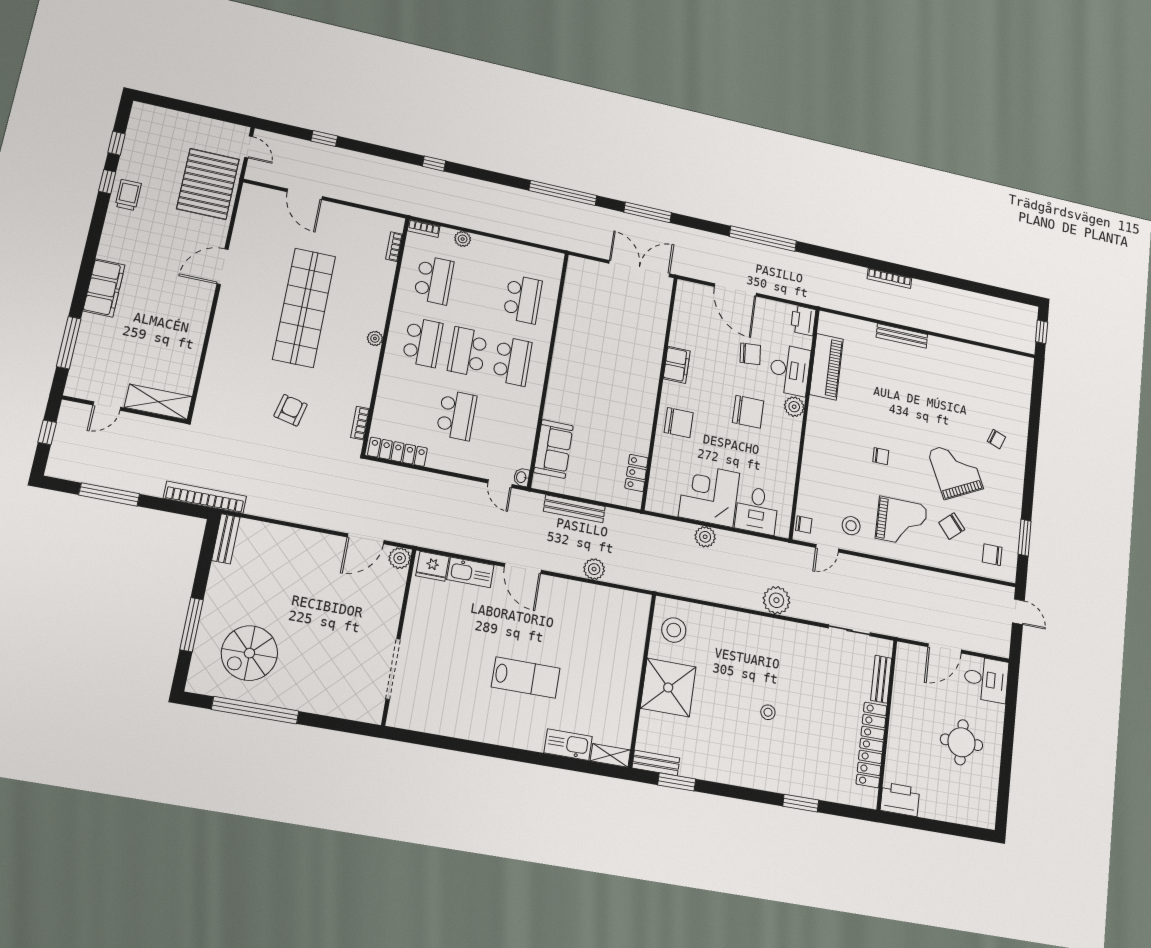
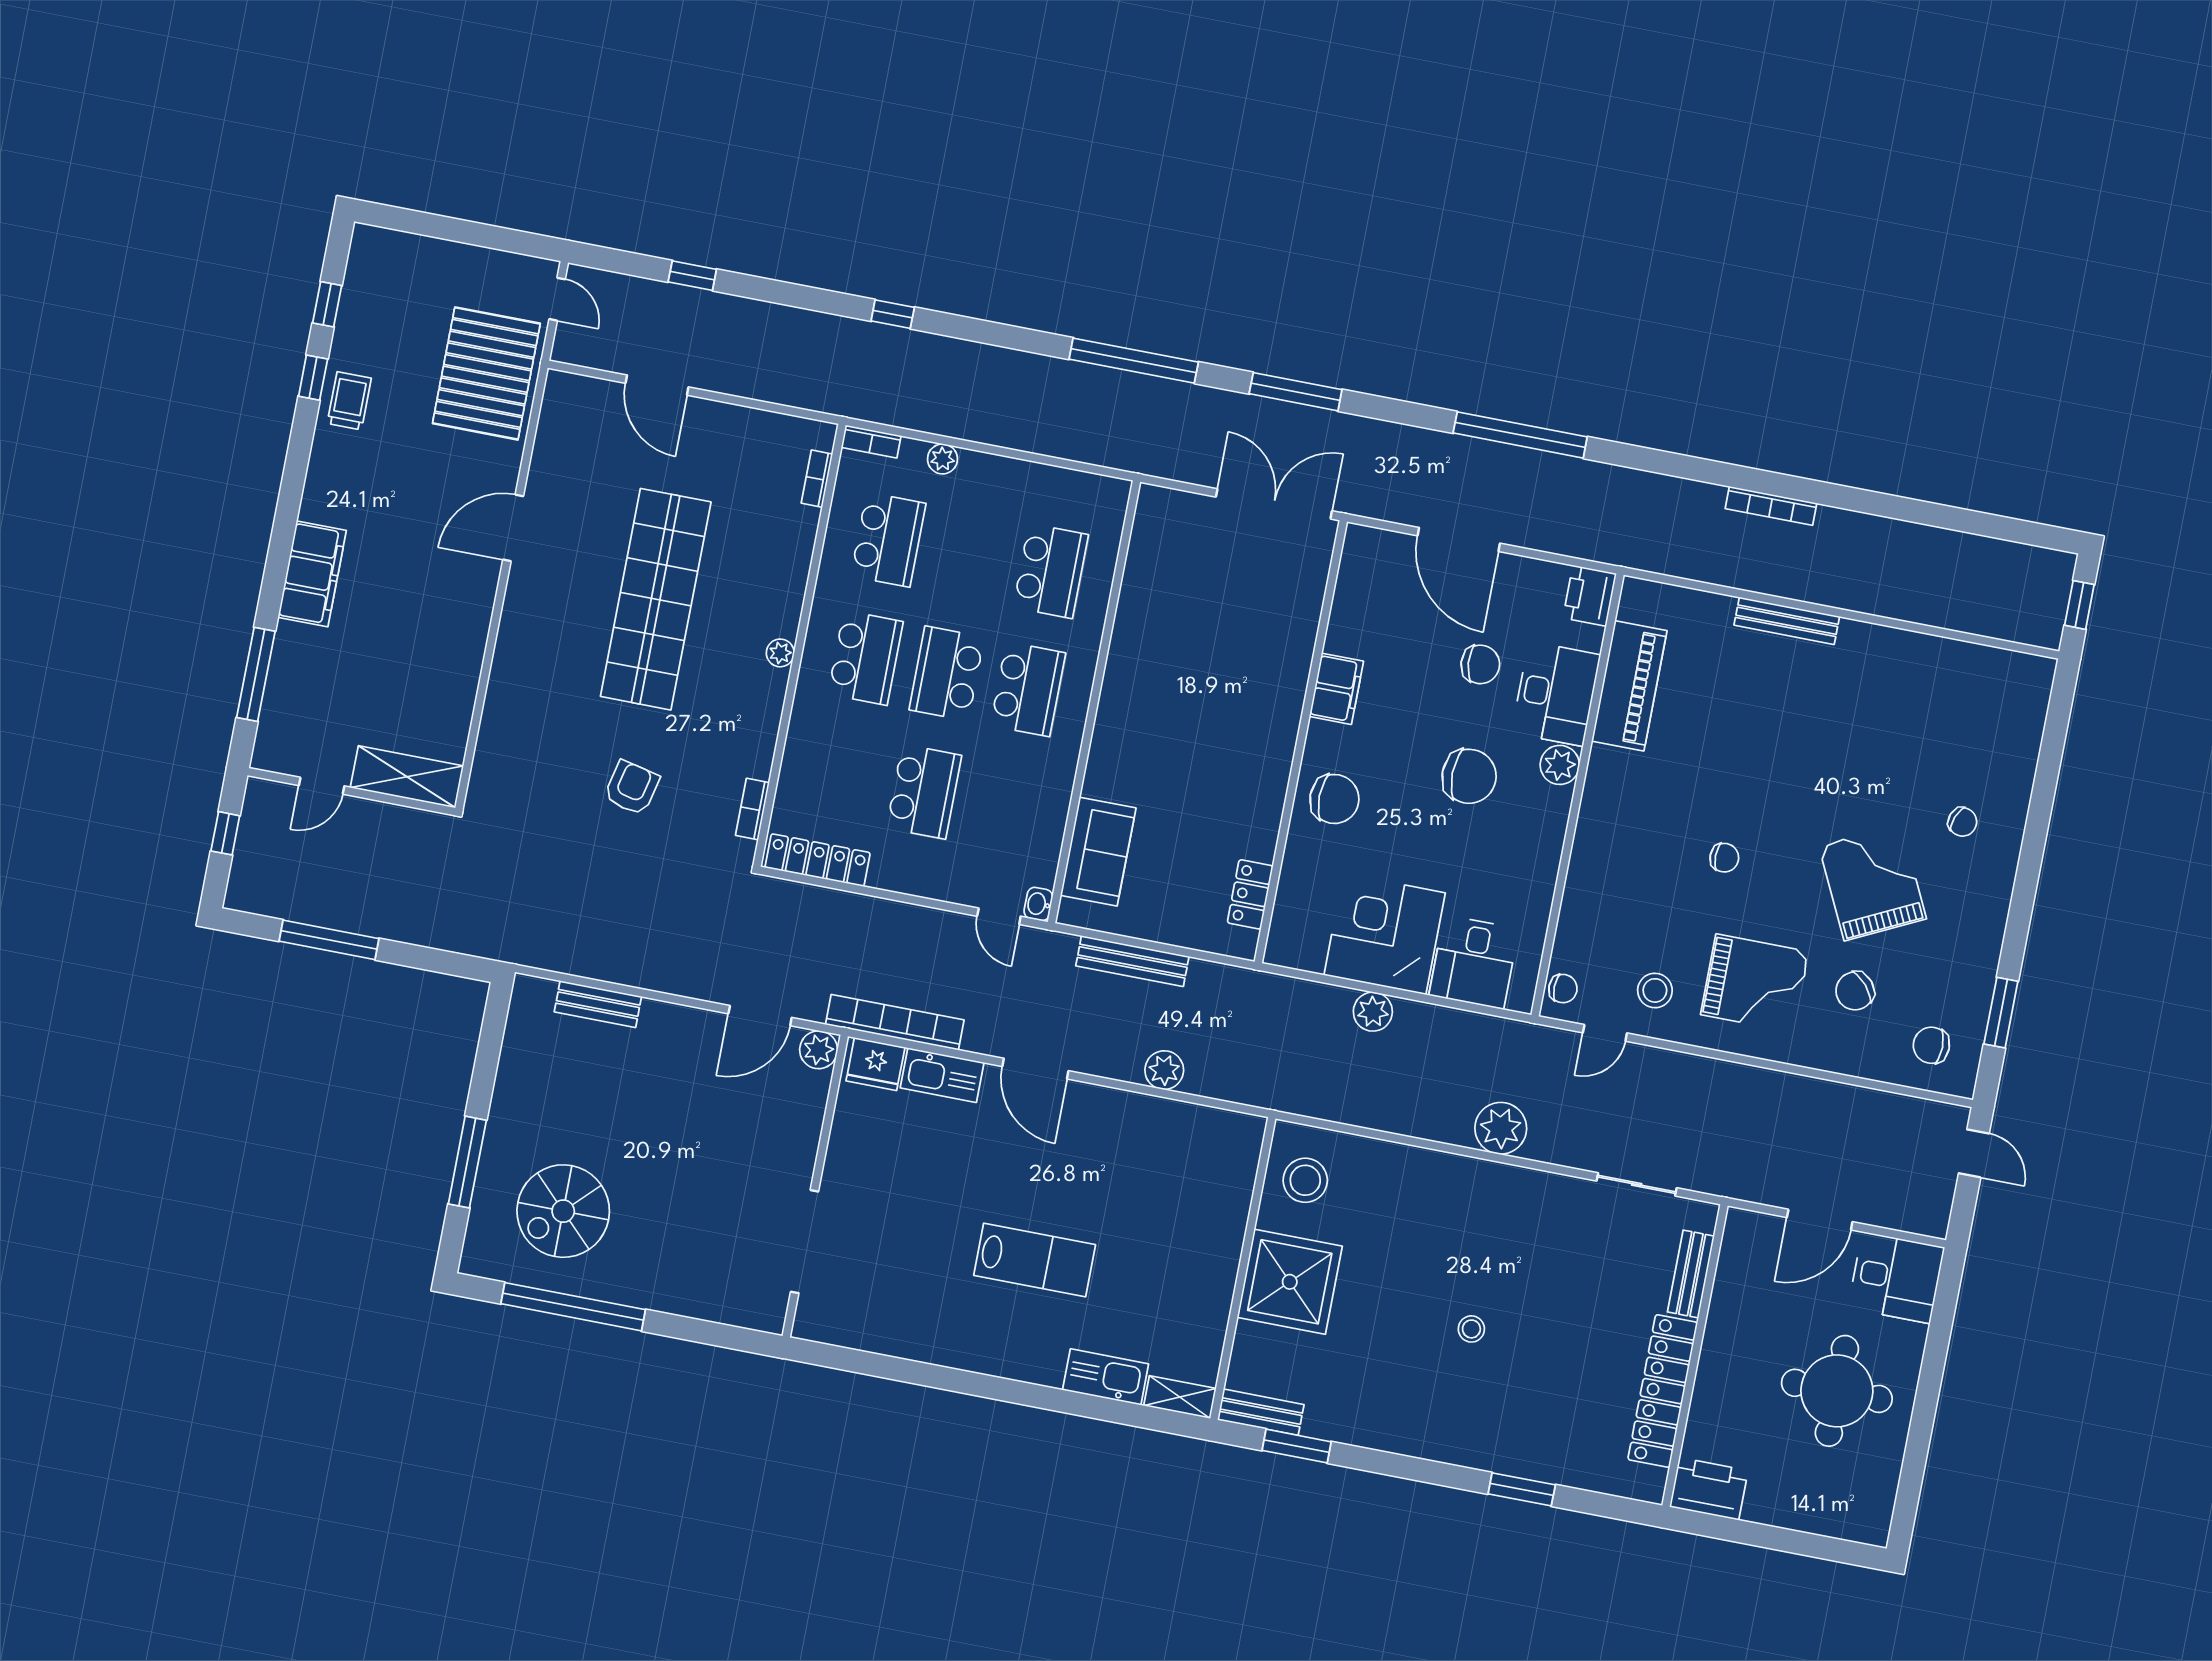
bookcase: (205, 497) -> (895, 1022), moved
bench: (226, 539) -> (598, 1004), moved, turned 90
round table: (962, 742) -> (1837, 1391), width x1.36, depth x1.36

